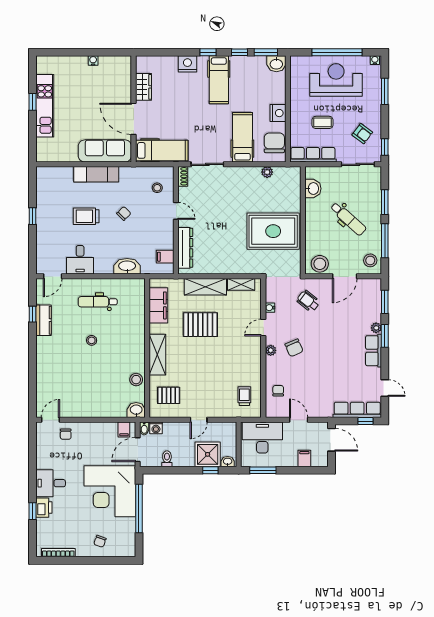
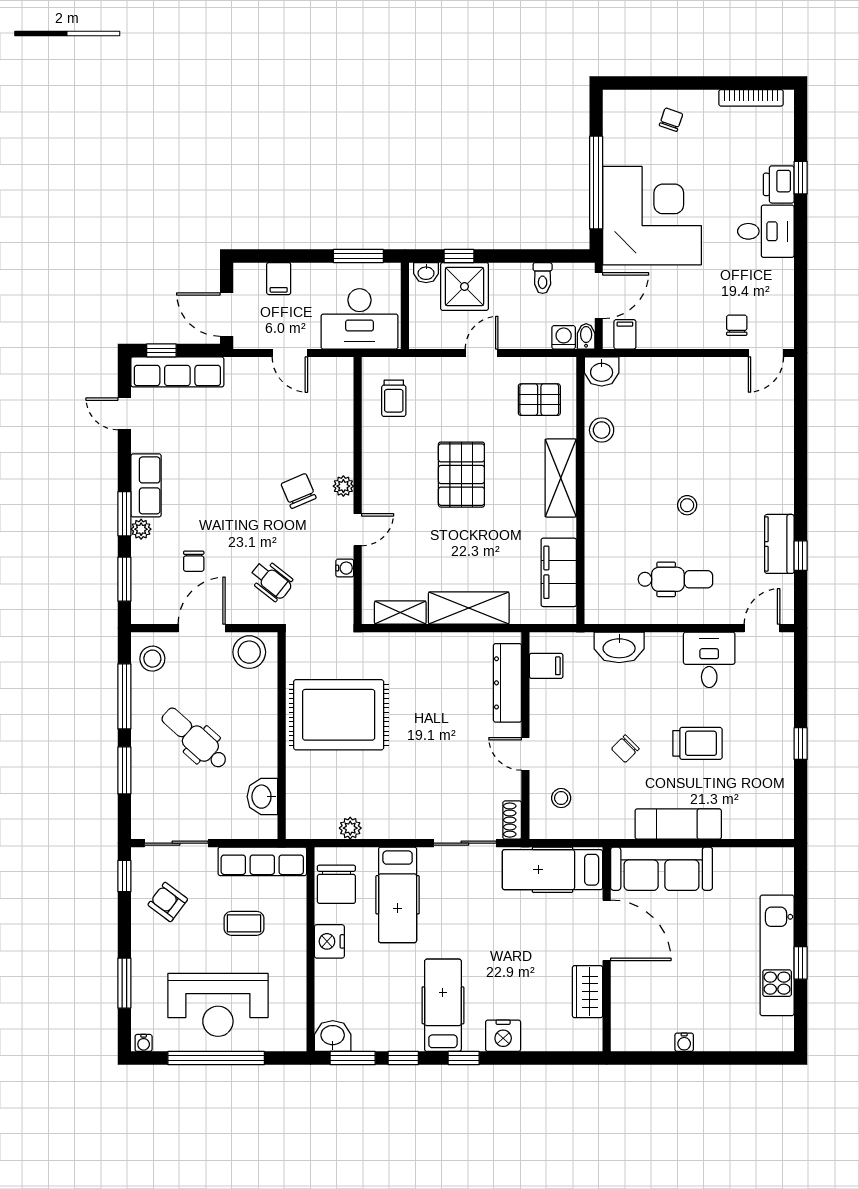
pallet: (200, 325) -> (461, 475), moved, turned 90
chair: (278, 391) -> (194, 561), moved

